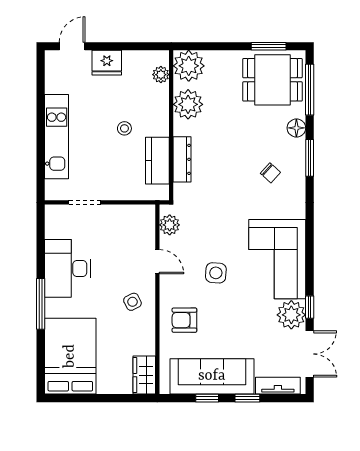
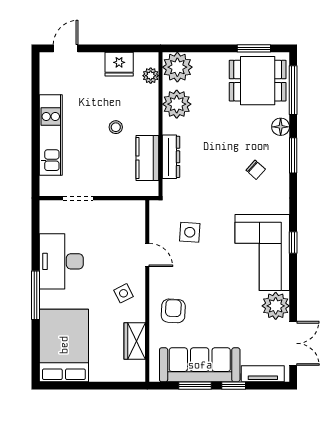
fridge: (107, 63) -> (119, 64), moved
plant: (170, 225) -> (159, 220), removed
side table: (216, 273) -> (190, 232), moved
window: (310, 307) -> (293, 242), moved
armchair: (184, 320) -> (173, 311), turned 93
wardrobe: (144, 375) -> (135, 341), moved
window: (207, 398) -> (195, 386), width x1.50

